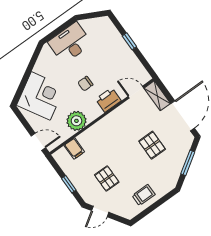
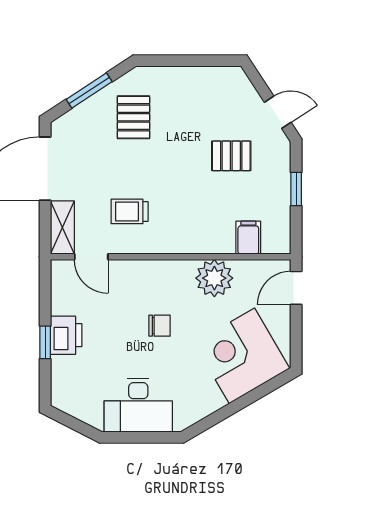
printer: (108, 100) -> (66, 335), moved, turned -90
door: (38, 142) -> (296, 288), hinge flipped
pallet: (152, 145) -> (133, 117), moved
pallet: (107, 178) -> (231, 156), turned 90
trolley: (144, 195) -> (130, 211), moved

